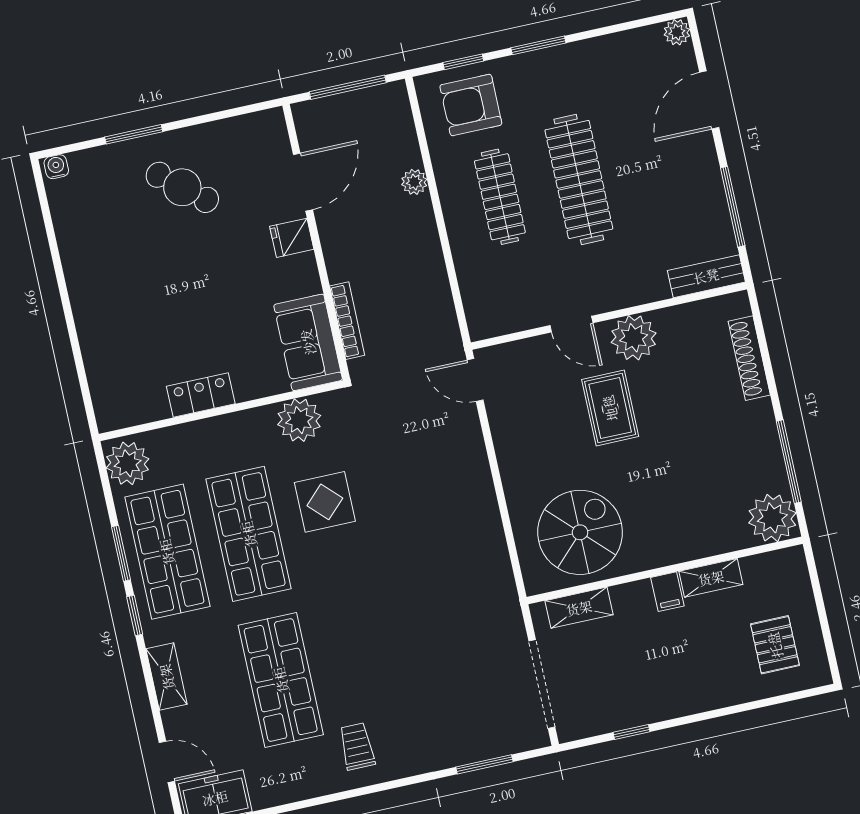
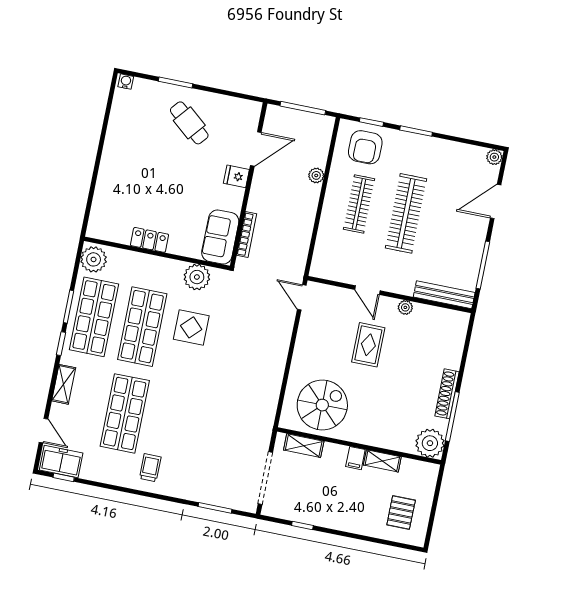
armchair: (471, 105) -> (365, 147), turned -90
bench: (706, 276) -> (444, 295), width x1.36
plant: (634, 338) -> (405, 307), width x0.53, depth x0.53
shoe rack: (749, 358) -> (447, 394), moved

